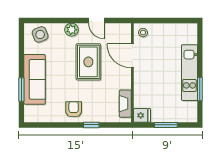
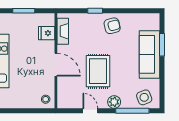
window: (52, 20) -> (132, 111), added
door: (132, 56) -> (56, 65), moved
armchair: (74, 109) -> (112, 26), turned -104
fridge: (142, 115) -> (47, 33), moved

